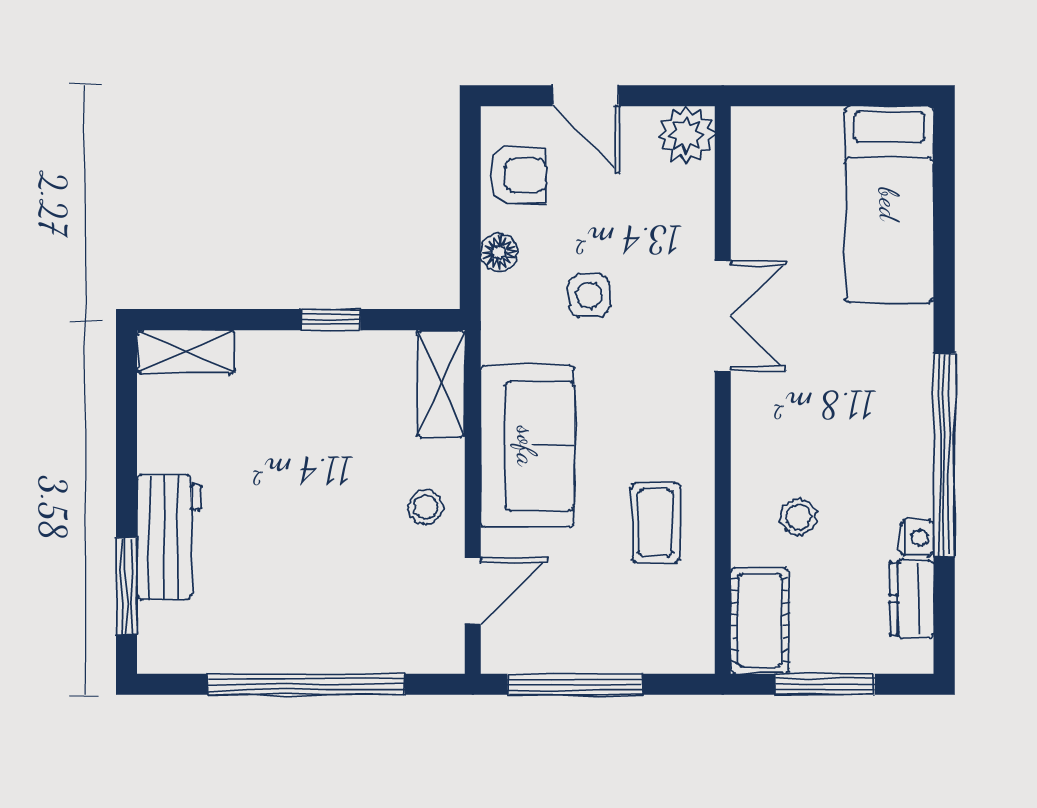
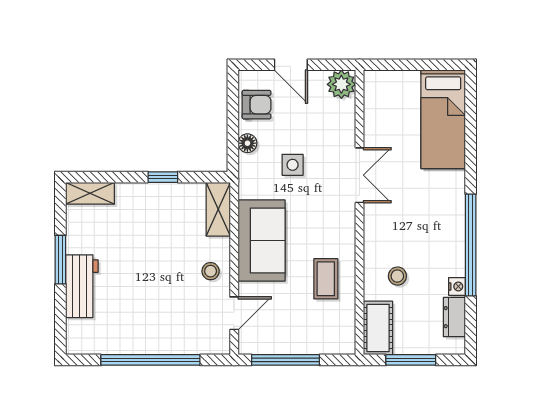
window: (126, 586) -> (60, 260), moved

